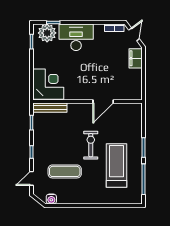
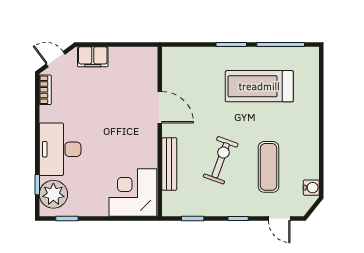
bench: (50, 108) -> (169, 164), moved
exercise bike: (91, 145) -> (221, 160), moved, turned 110

